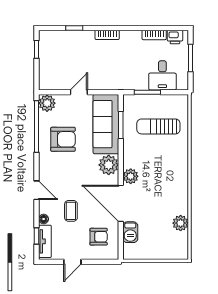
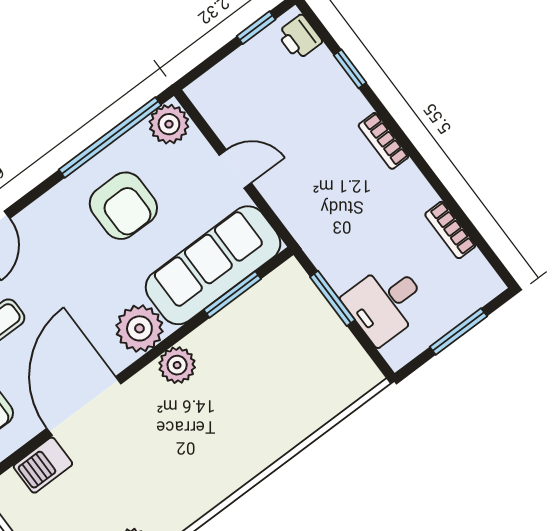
printer: (175, 37) -> (299, 37), moved
sun lounger: (158, 126) -> (283, 368), removed
plant: (131, 176) -> (177, 365), moved

